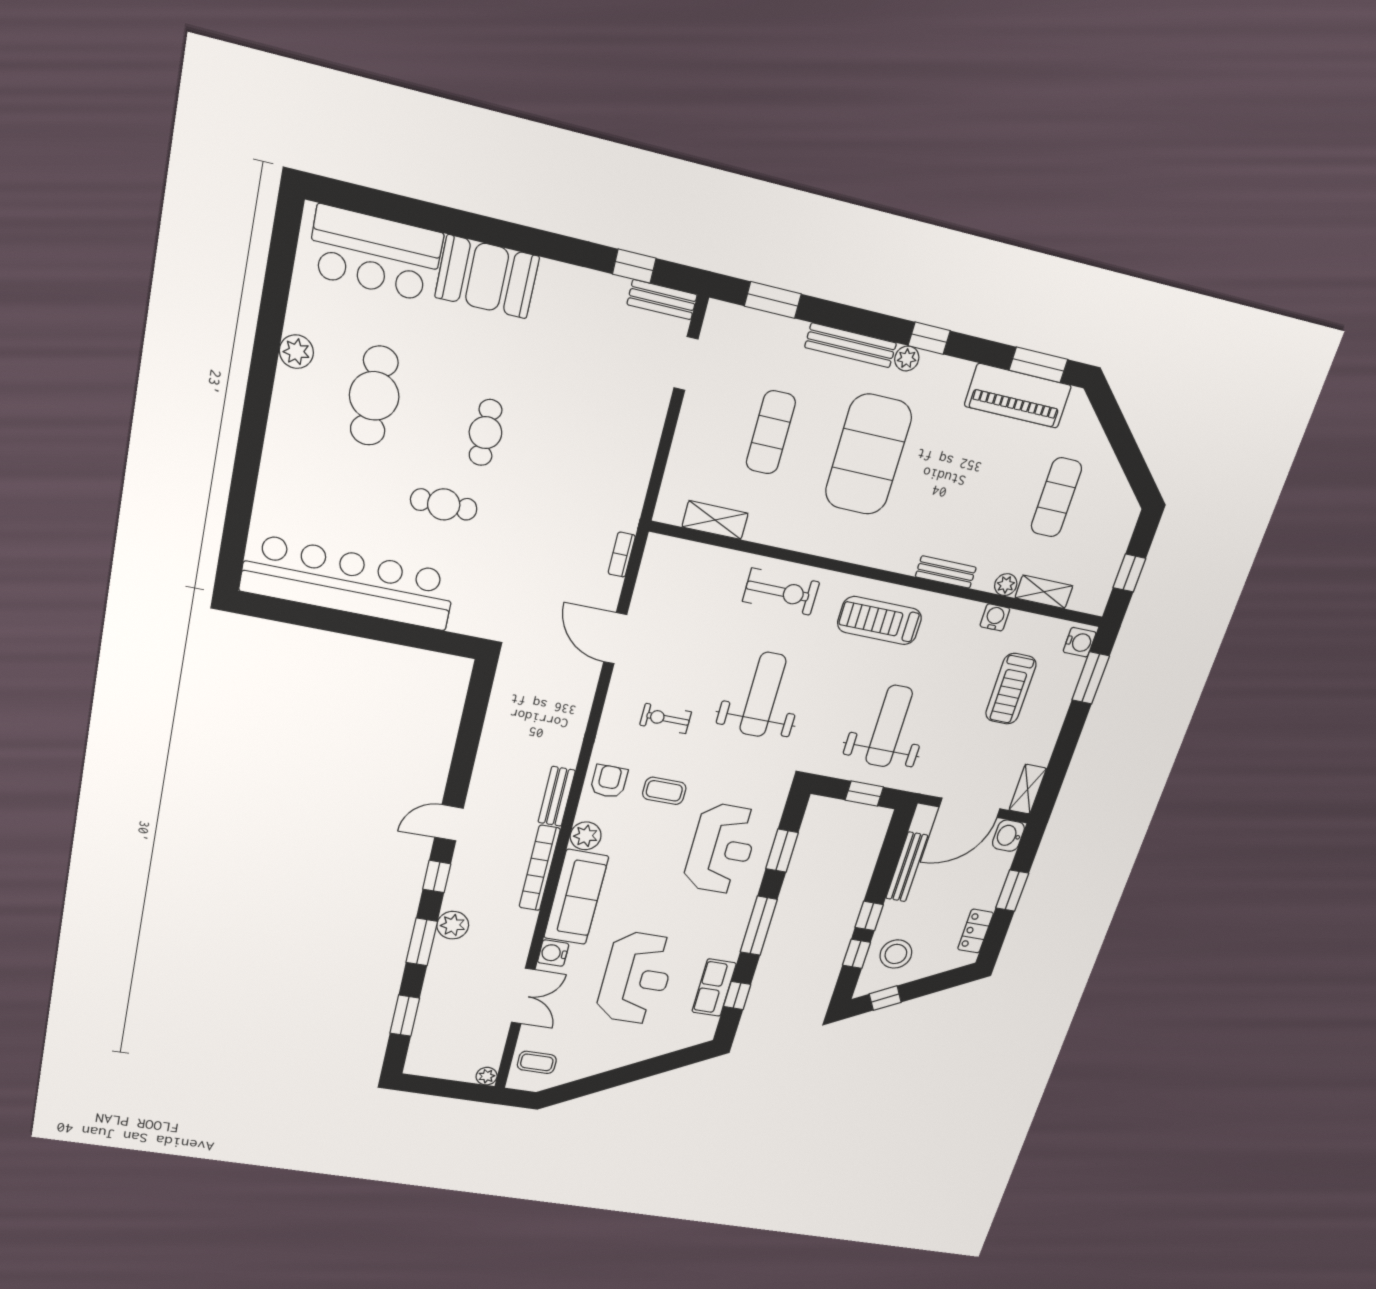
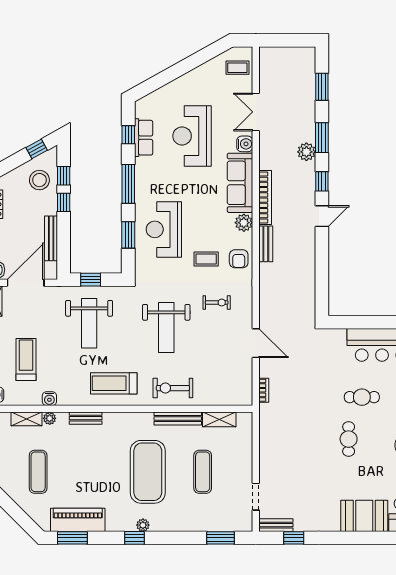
bench: (851, 345) -> (178, 419), moved
treadmill: (879, 621) -> (114, 383), turned 180
plant: (487, 1076) -> (265, 53), removed

